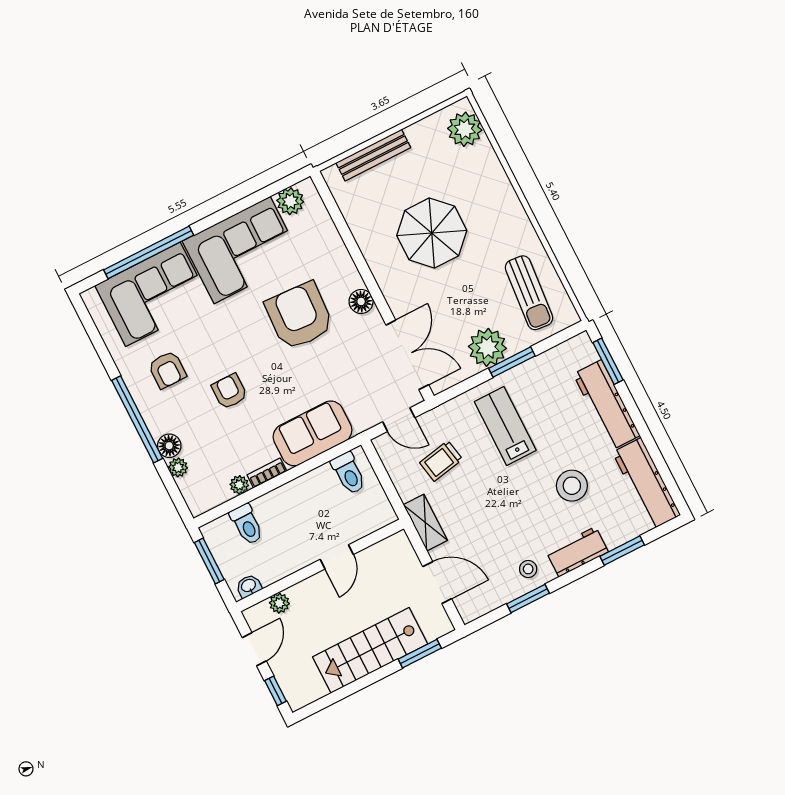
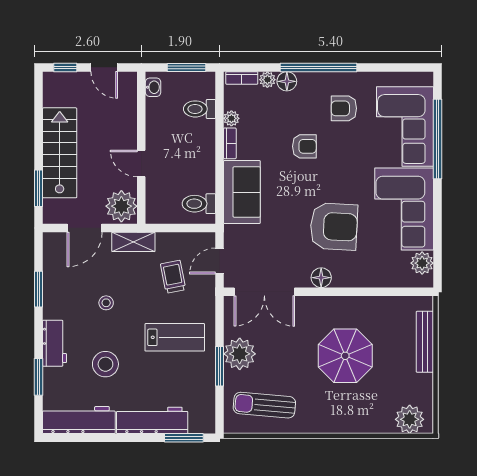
bookcase: (190, 496) -> (242, 78), added
stool: (528, 569) -> (106, 303), moved
plant: (279, 603) -> (121, 206), moved, width x1.88, depth x1.88

